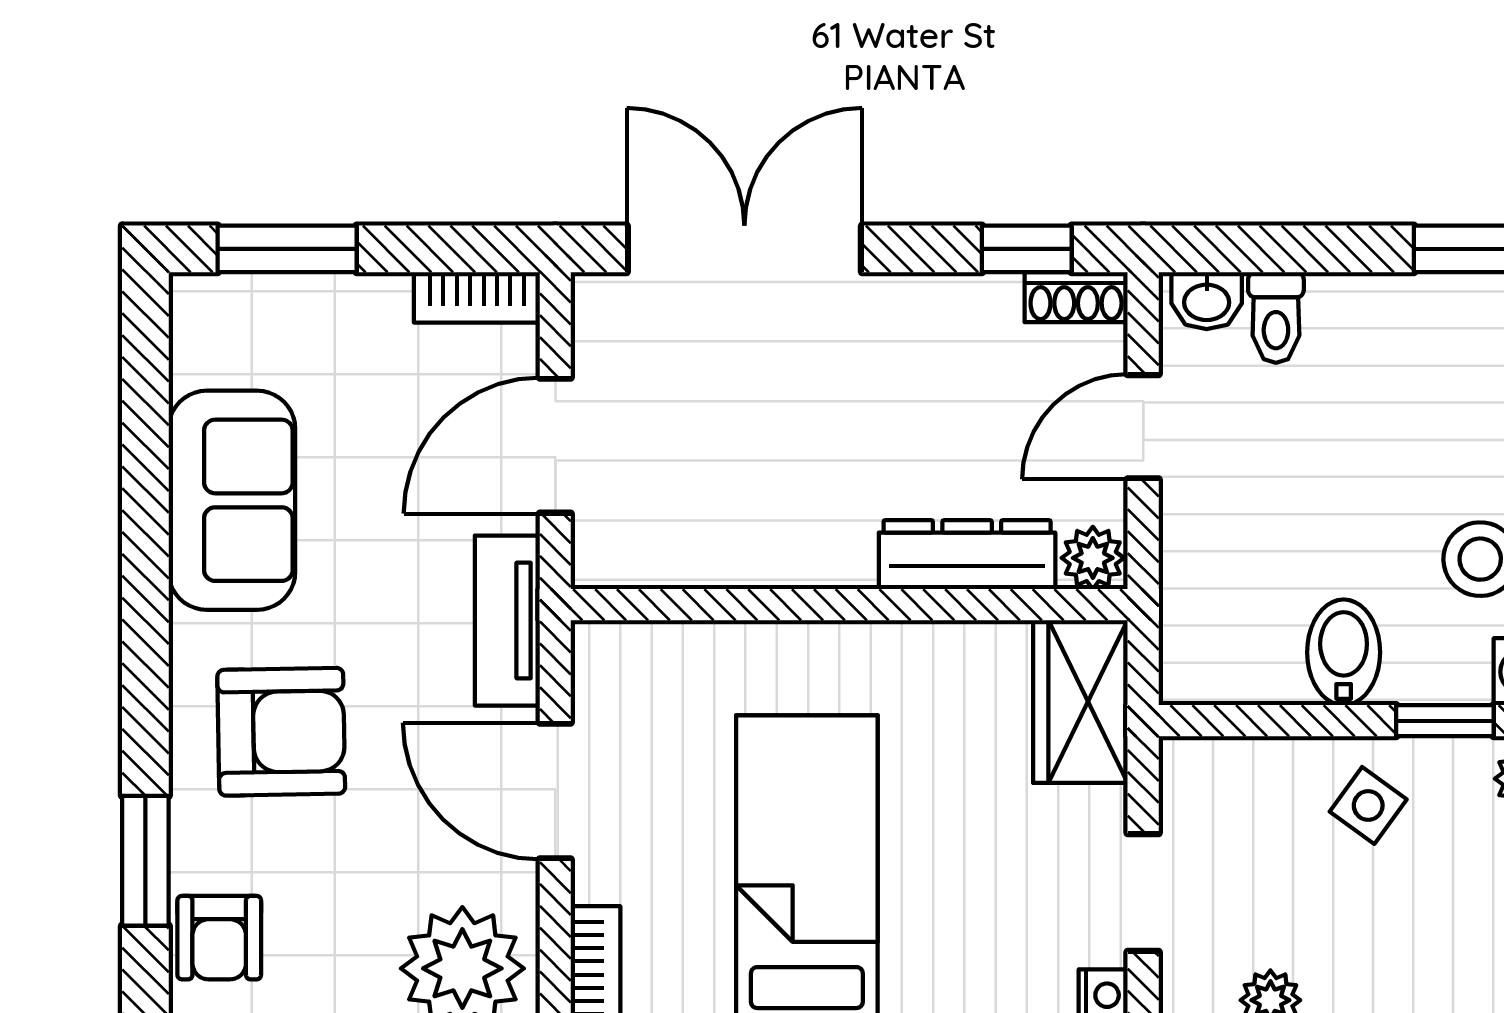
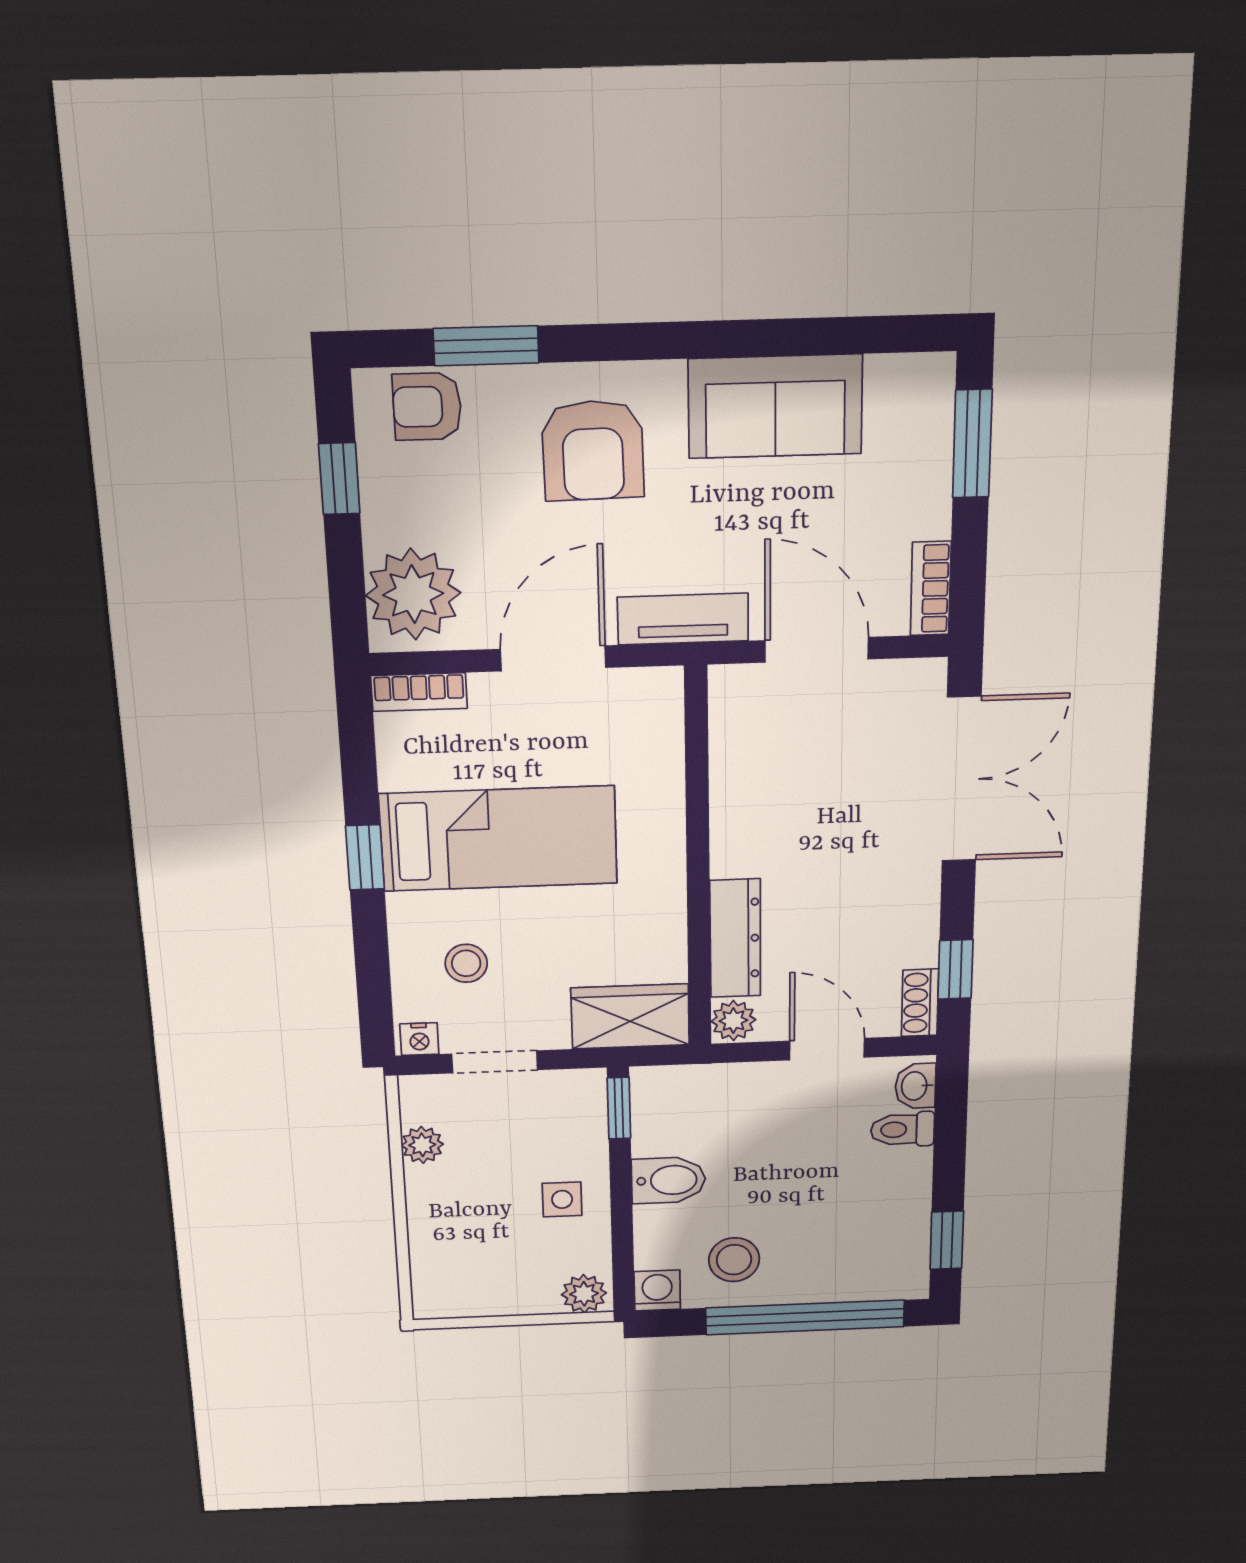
window: (1445, 721) -> (619, 1108), moved
side table: (1368, 805) -> (562, 1199), turned -36
stool: (990, 925) -> (466, 963), added

